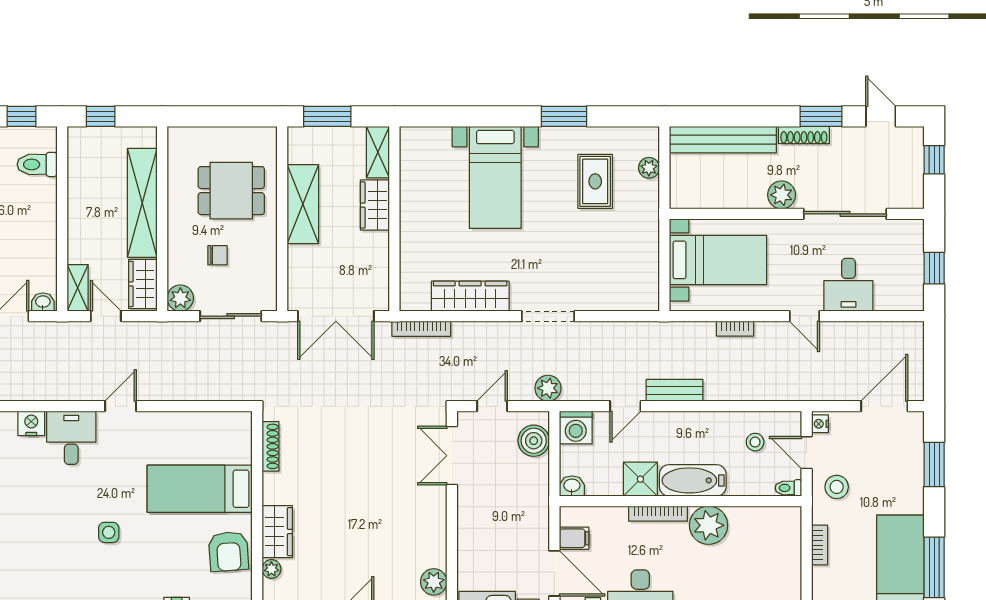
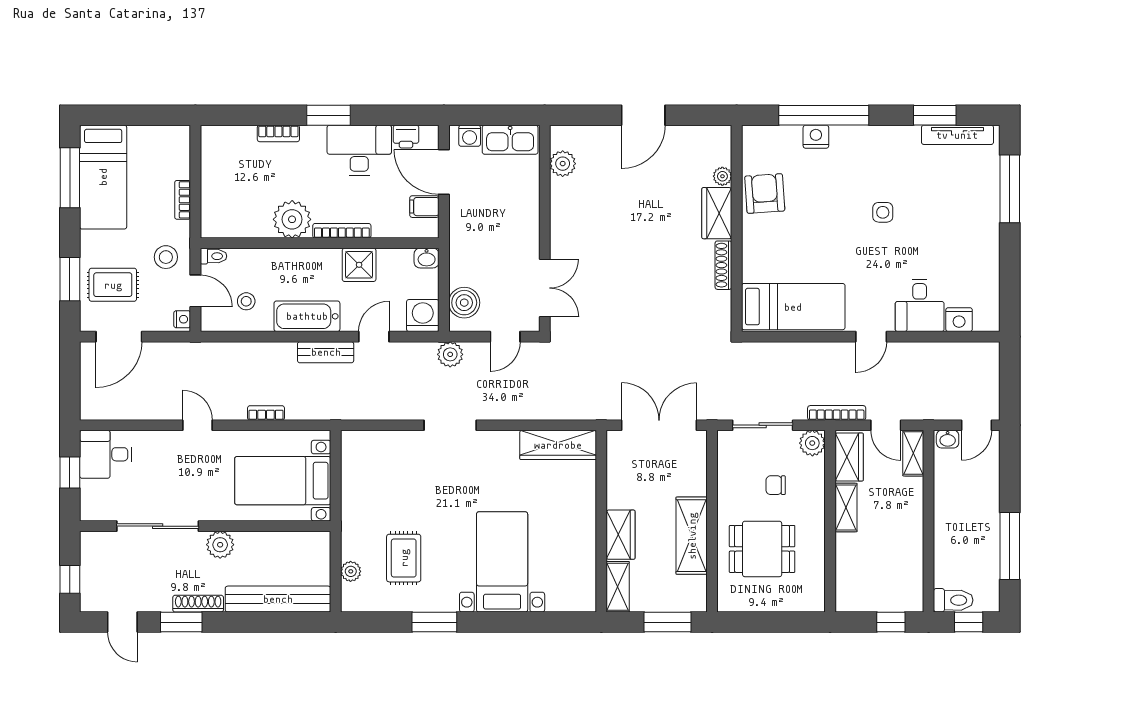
toilet: (37, 164) -> (953, 600), moved
shelving: (142, 203) -> (846, 508), width x0.45, depth x0.75
desk: (848, 285) -> (106, 454), moved, turned -90
wardrobe: (470, 296) -> (558, 445), moved
bookcase: (421, 329) -> (837, 413), moved
shoe rack: (270, 446) -> (723, 265), moved
rug: (890, 459) -> (113, 285), added
bathtub: (693, 480) -> (307, 316), moved, turned 180
bed: (200, 489) -> (793, 307), moved

